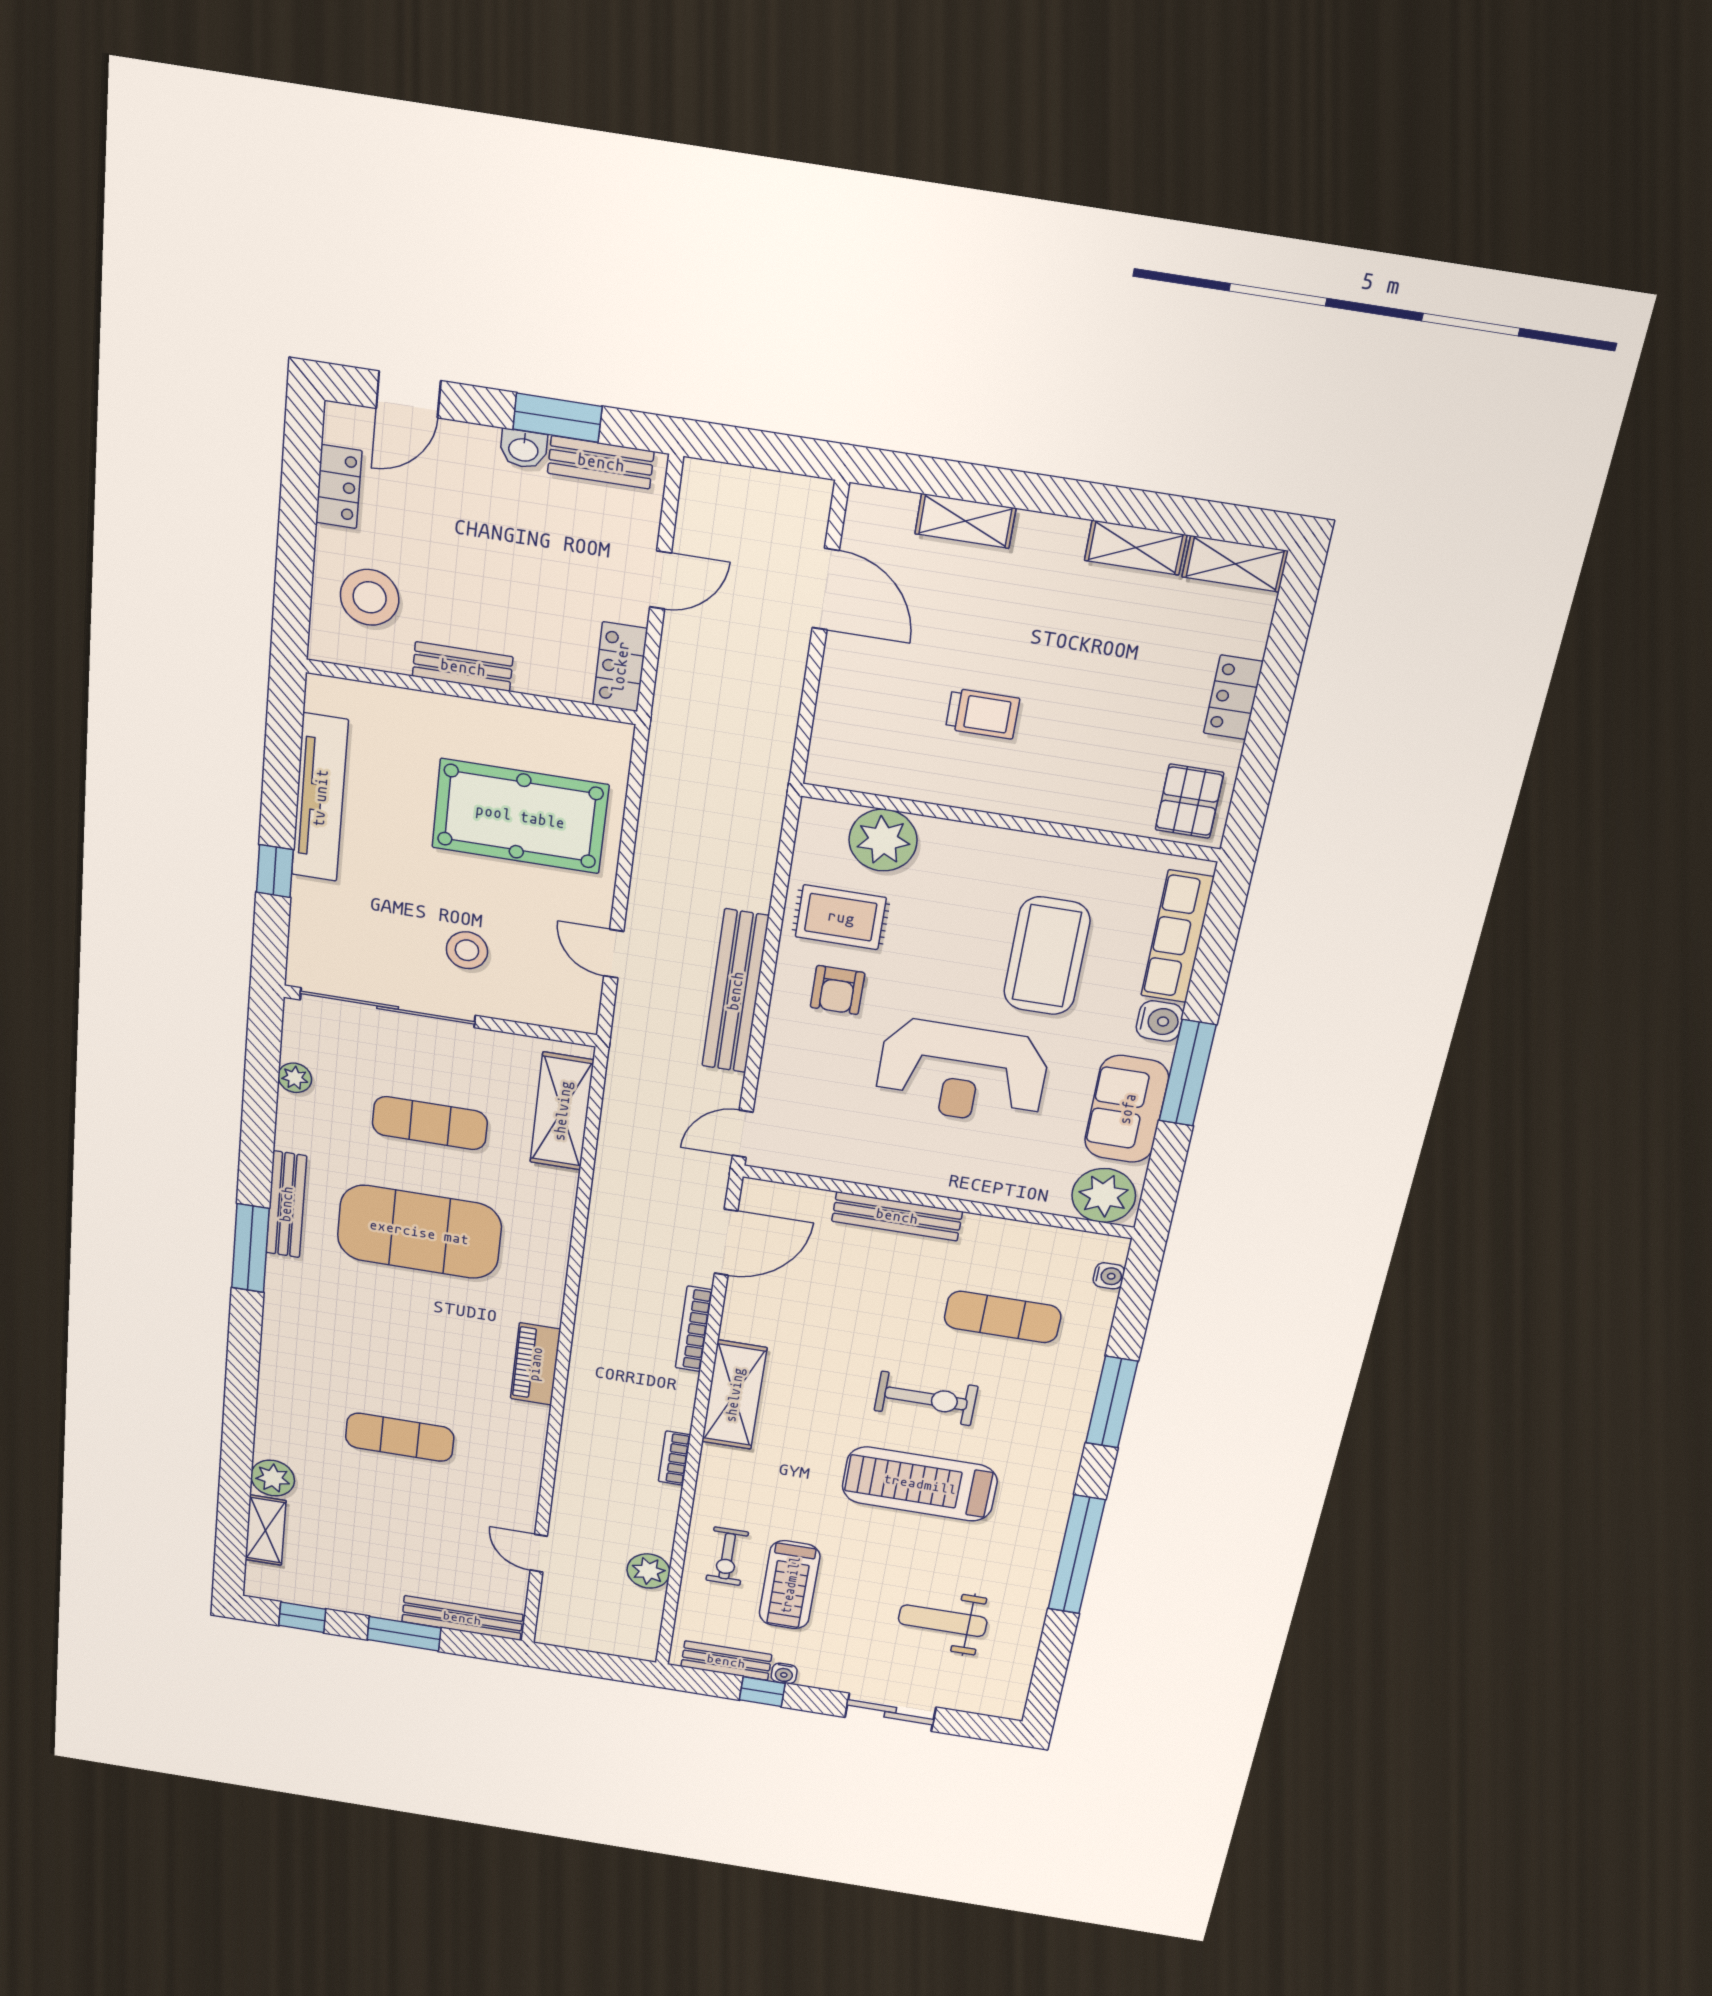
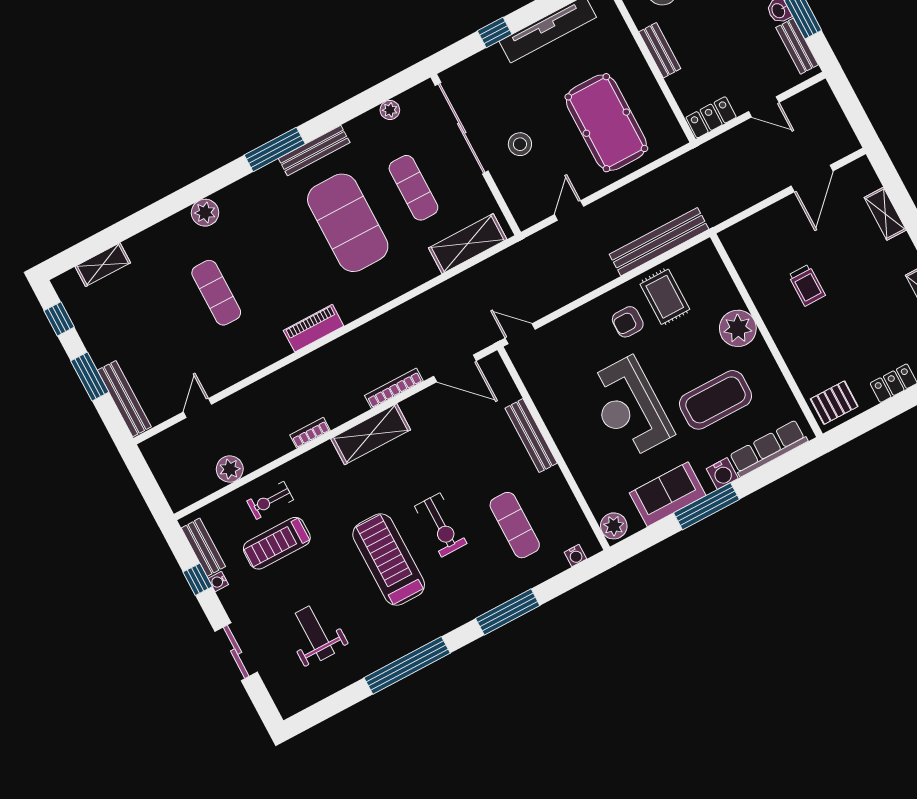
plant: (883, 840) -> (738, 328), moved
bench: (735, 991) -> (659, 242), moved
plant: (1104, 1195) -> (614, 526), width x0.73, depth x0.73
plant: (273, 1478) -> (205, 213), moved

